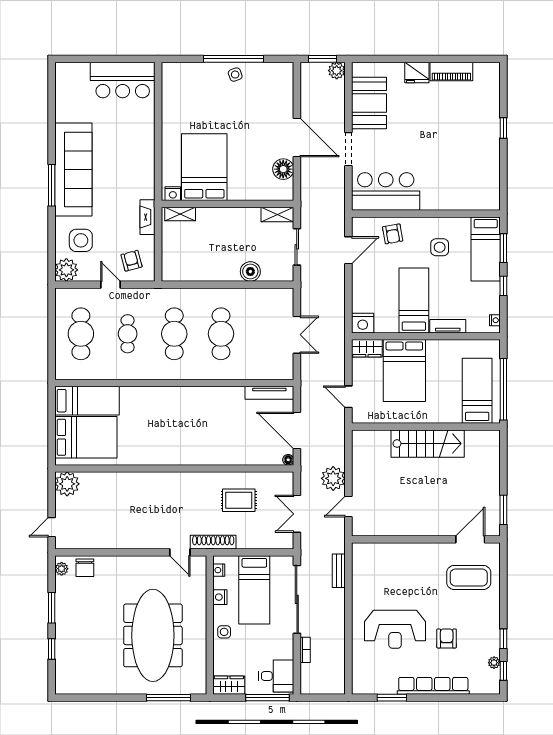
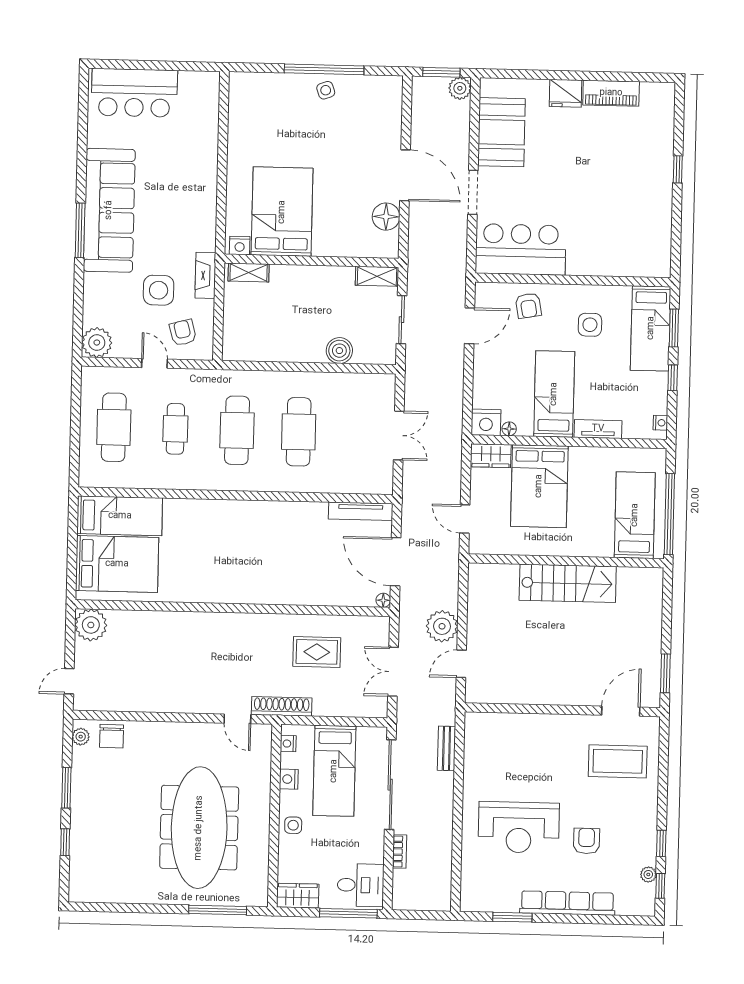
bar counter: (123, 80) -> (134, 93), moved
side table: (81, 240) -> (159, 290), moved
floor lamp: (380, 328) -> (509, 429), added

